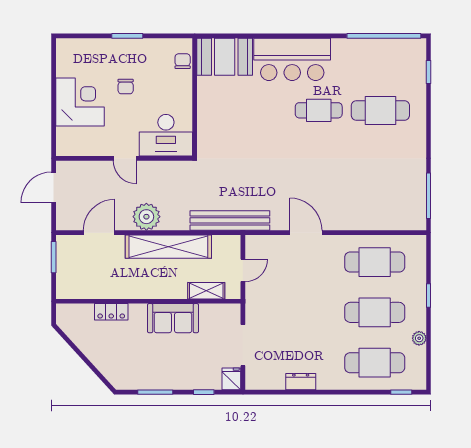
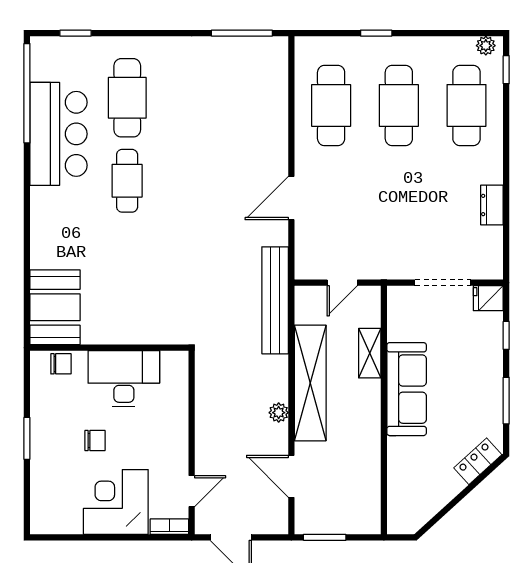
bar counter: (292, 59) -> (58, 134), moved
chair: (183, 61) -> (61, 364), turned 180
desk: (166, 135) -> (124, 379), moved, turned -90
bookcase: (62, 142) -> (169, 527), added
door: (125, 158) -> (192, 491), moved
plant: (146, 217) -> (279, 413), width x0.53, depth x0.53
door: (243, 270) -> (342, 283), swing flipped
shelving: (206, 291) -> (370, 353), moved
locker: (111, 312) -> (478, 461), moved, turned -132
sofa: (173, 318) -> (407, 389), width x1.36
plant: (419, 338) -> (486, 46), moved

